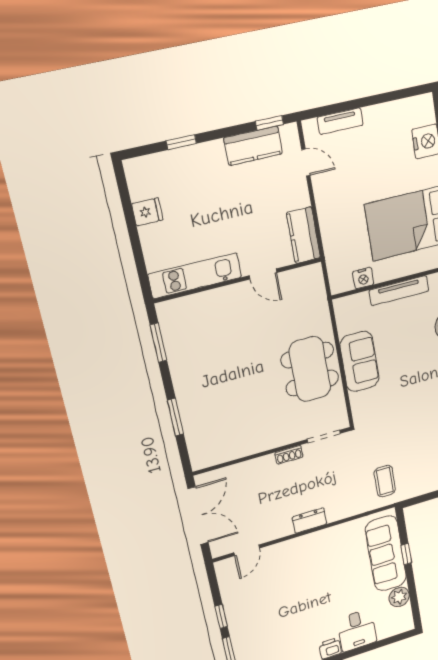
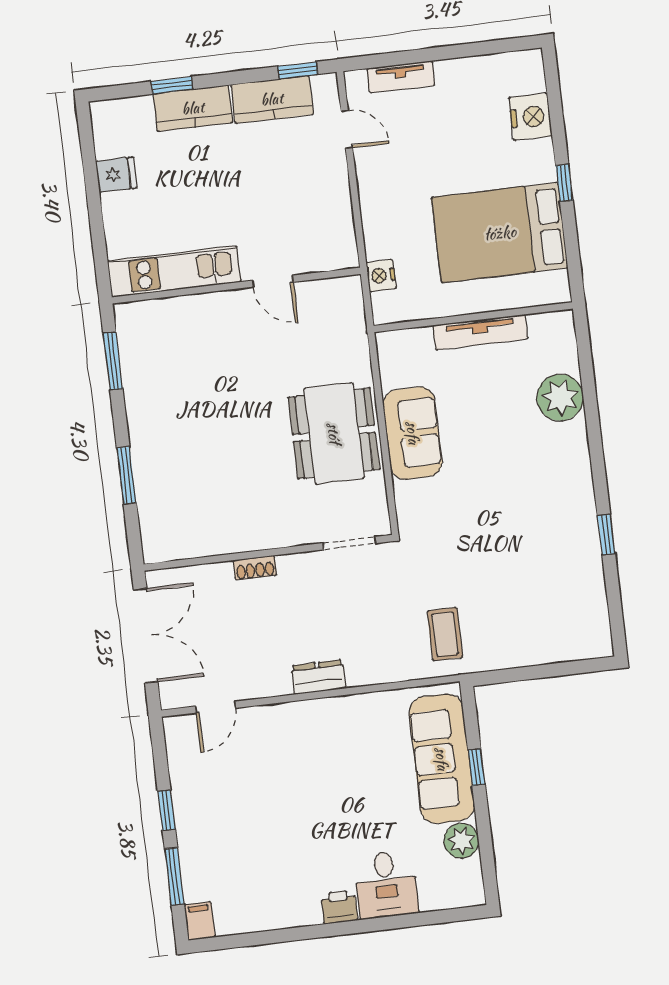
kitchen counter: (303, 235) -> (193, 108), moved, turned -90
nightstand: (363, 278) -> (381, 276), moved, turned 90
shoe rack: (289, 455) -> (255, 568), moved

